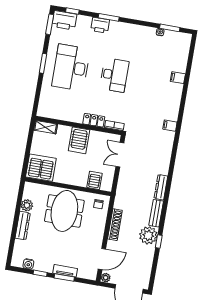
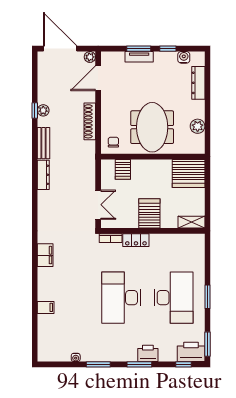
window: (170, 28) -> (98, 364), moved
desk: (114, 75) -> (121, 298), width x1.36, depth x1.30
filing cabinet: (170, 126) -> (45, 255), width x2.00
dresser: (23, 226) -> (198, 83), moved
plant: (148, 235) -> (43, 110), width x0.53, depth x0.53

